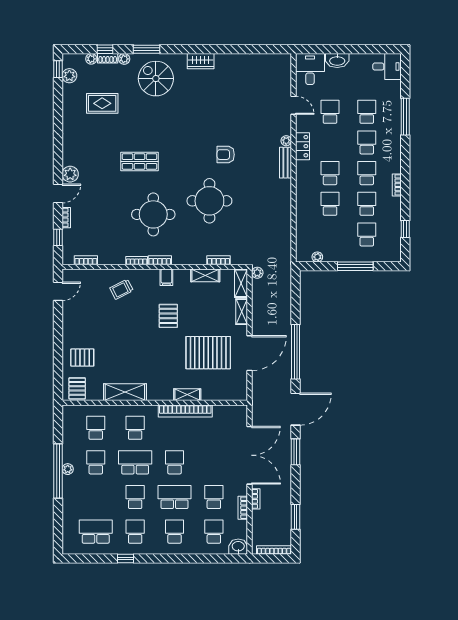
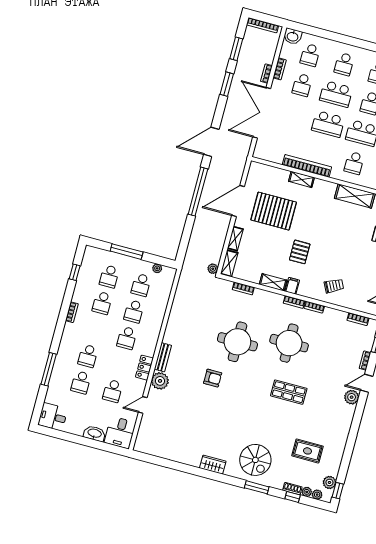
plant: (124, 59) -> (317, 495), moved
door: (293, 105) -> (143, 405), hinge flipped
plant: (286, 141) -> (160, 381), width x1.88, depth x1.88
school desk: (367, 173) -> (141, 285), moved
shelving: (205, 275) -> (273, 282), moved
window: (296, 452) -> (227, 84), moved
school desk: (174, 462) -> (328, 124), width x1.85

